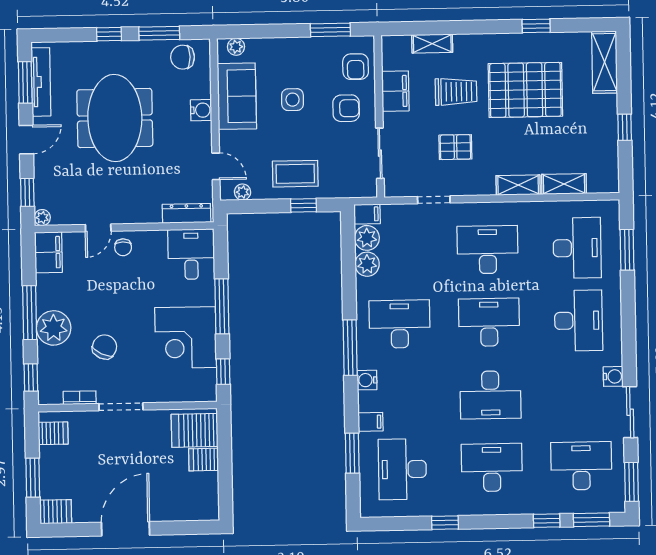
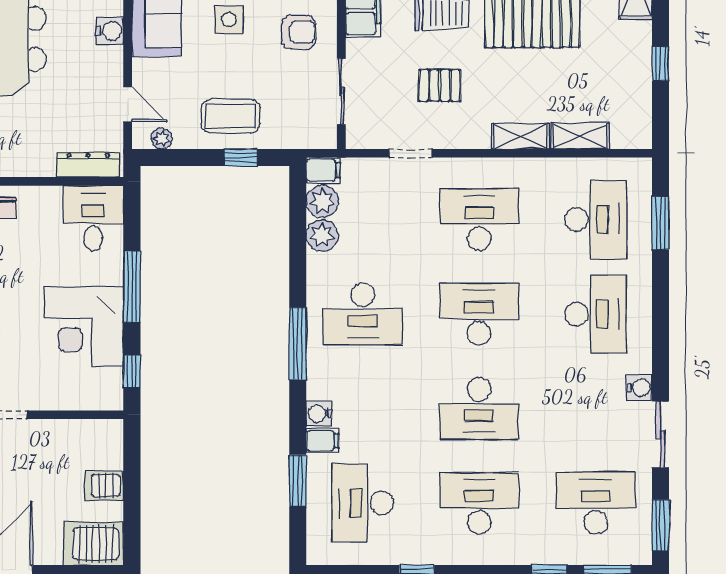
desk: (400, 324) -> (363, 314), turned 180
water cooler: (367, 380) -> (319, 414), moved
server rack: (195, 430) -> (93, 544), moved

